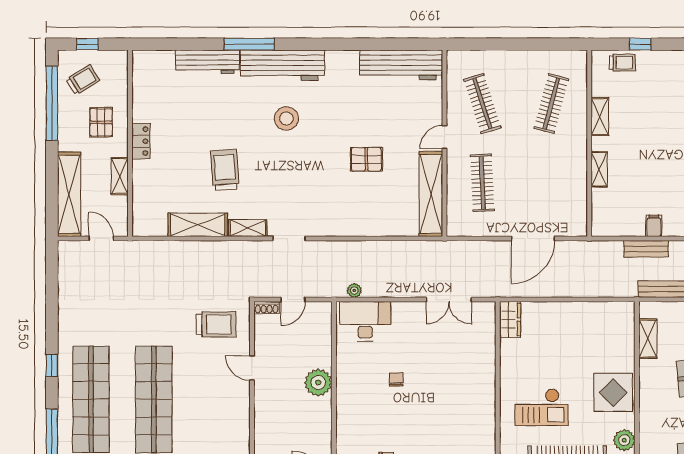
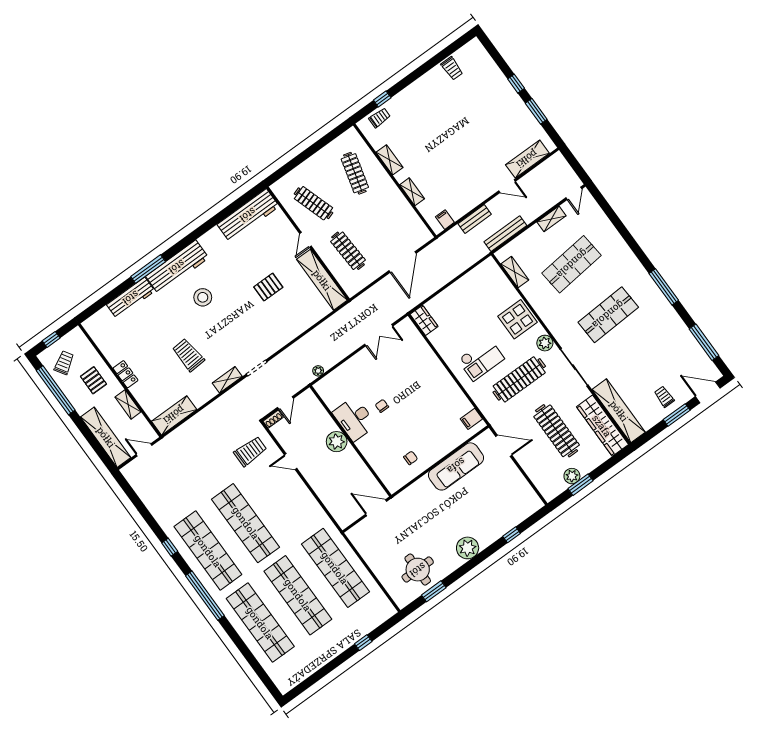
shelving: (198, 225) -> (174, 415), moved
filing cabinet: (654, 226) -> (445, 220), moved
desk: (365, 321) -> (354, 419), moved, turned -90

